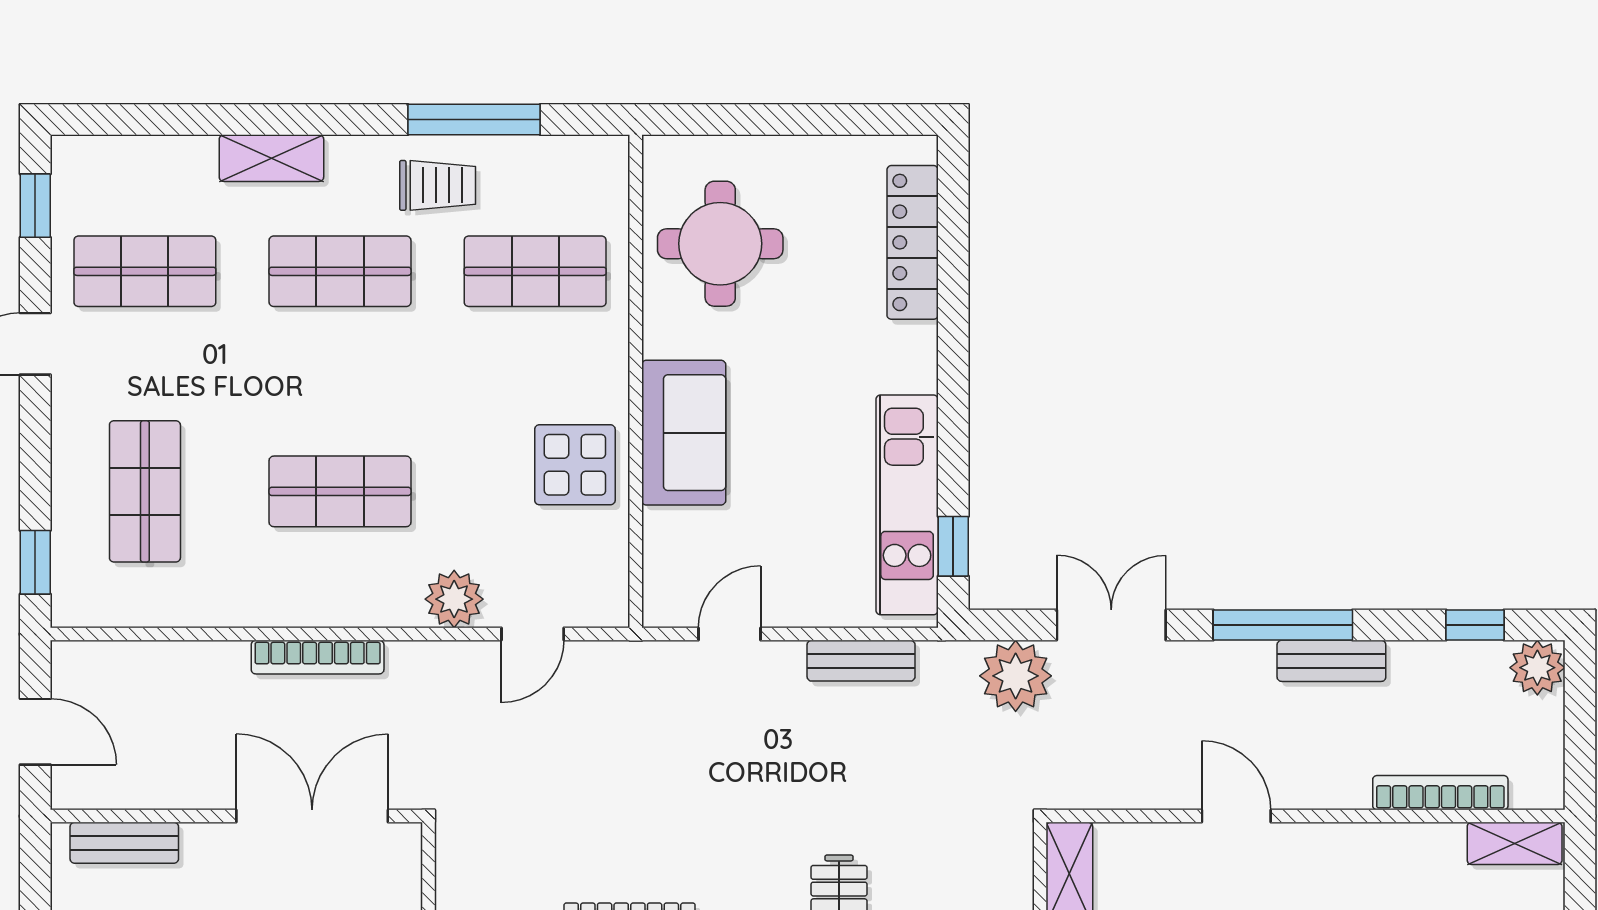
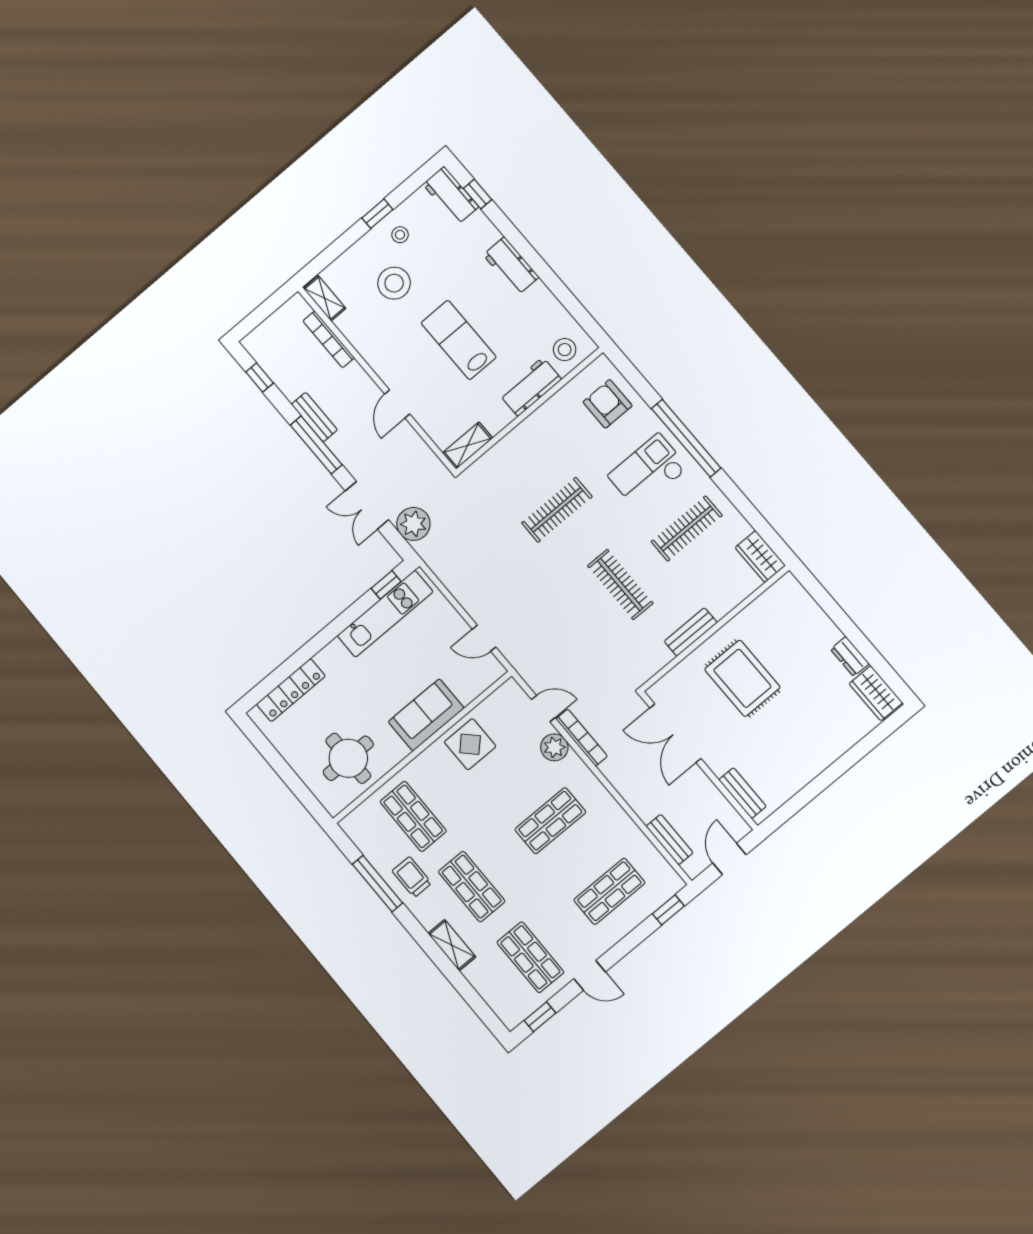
shop shelf: (340, 491) -> (550, 821), turned 90
bookcase: (318, 657) -> (582, 738), moved
bench: (861, 661) -> (670, 840), moved
plant: (1537, 668) -> (256, 343), removed

